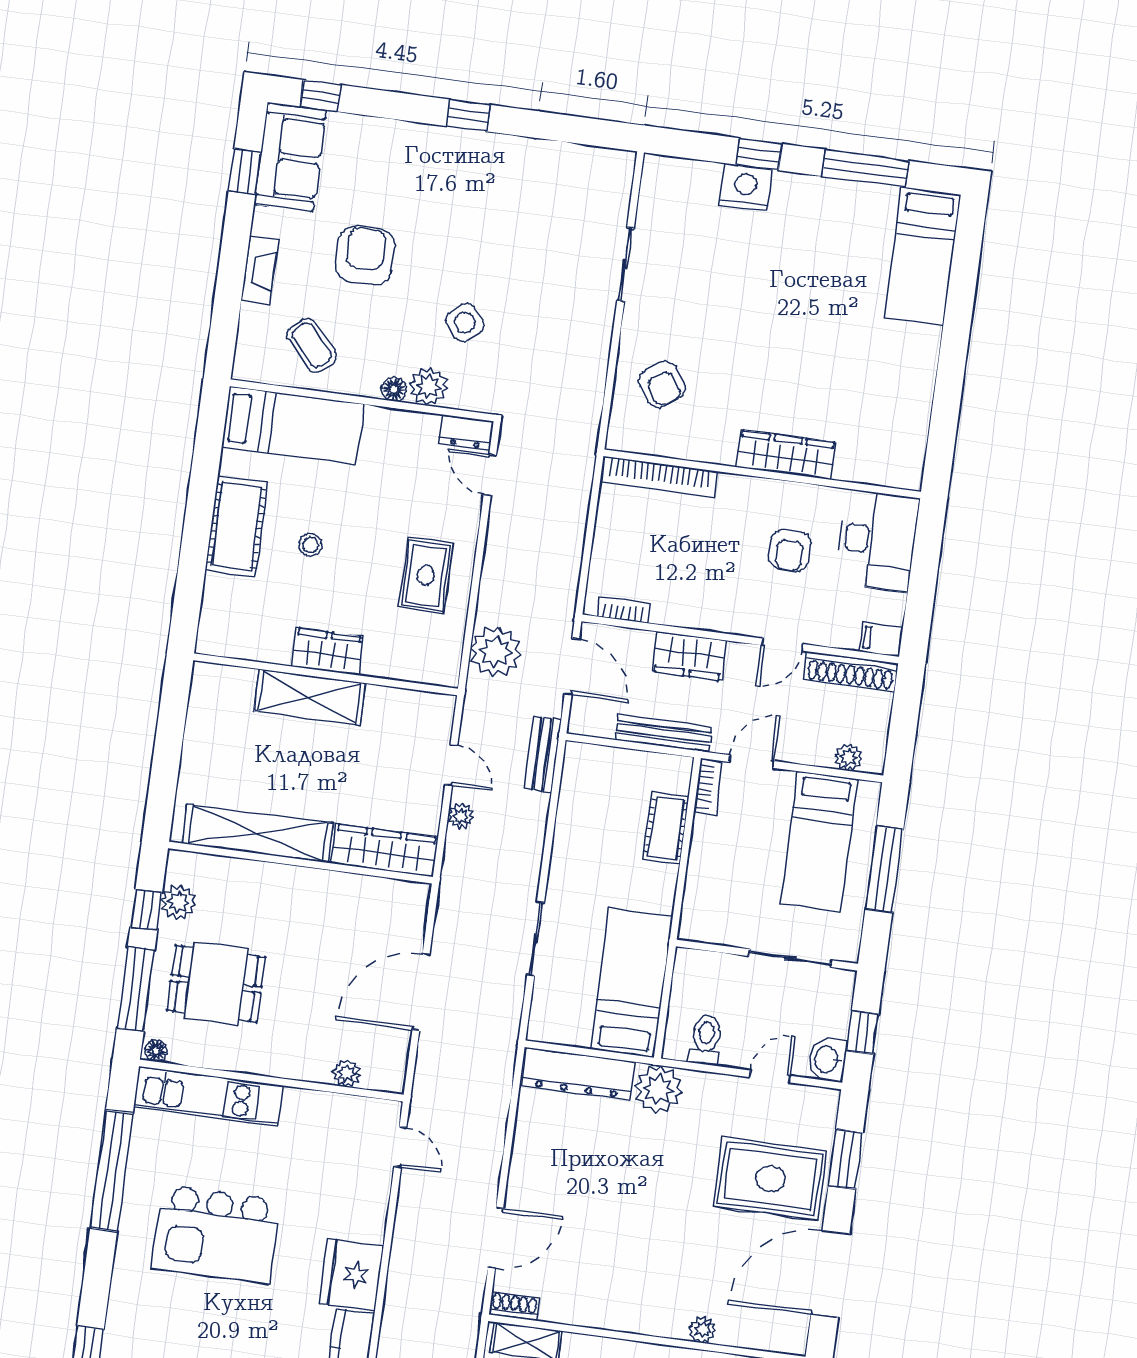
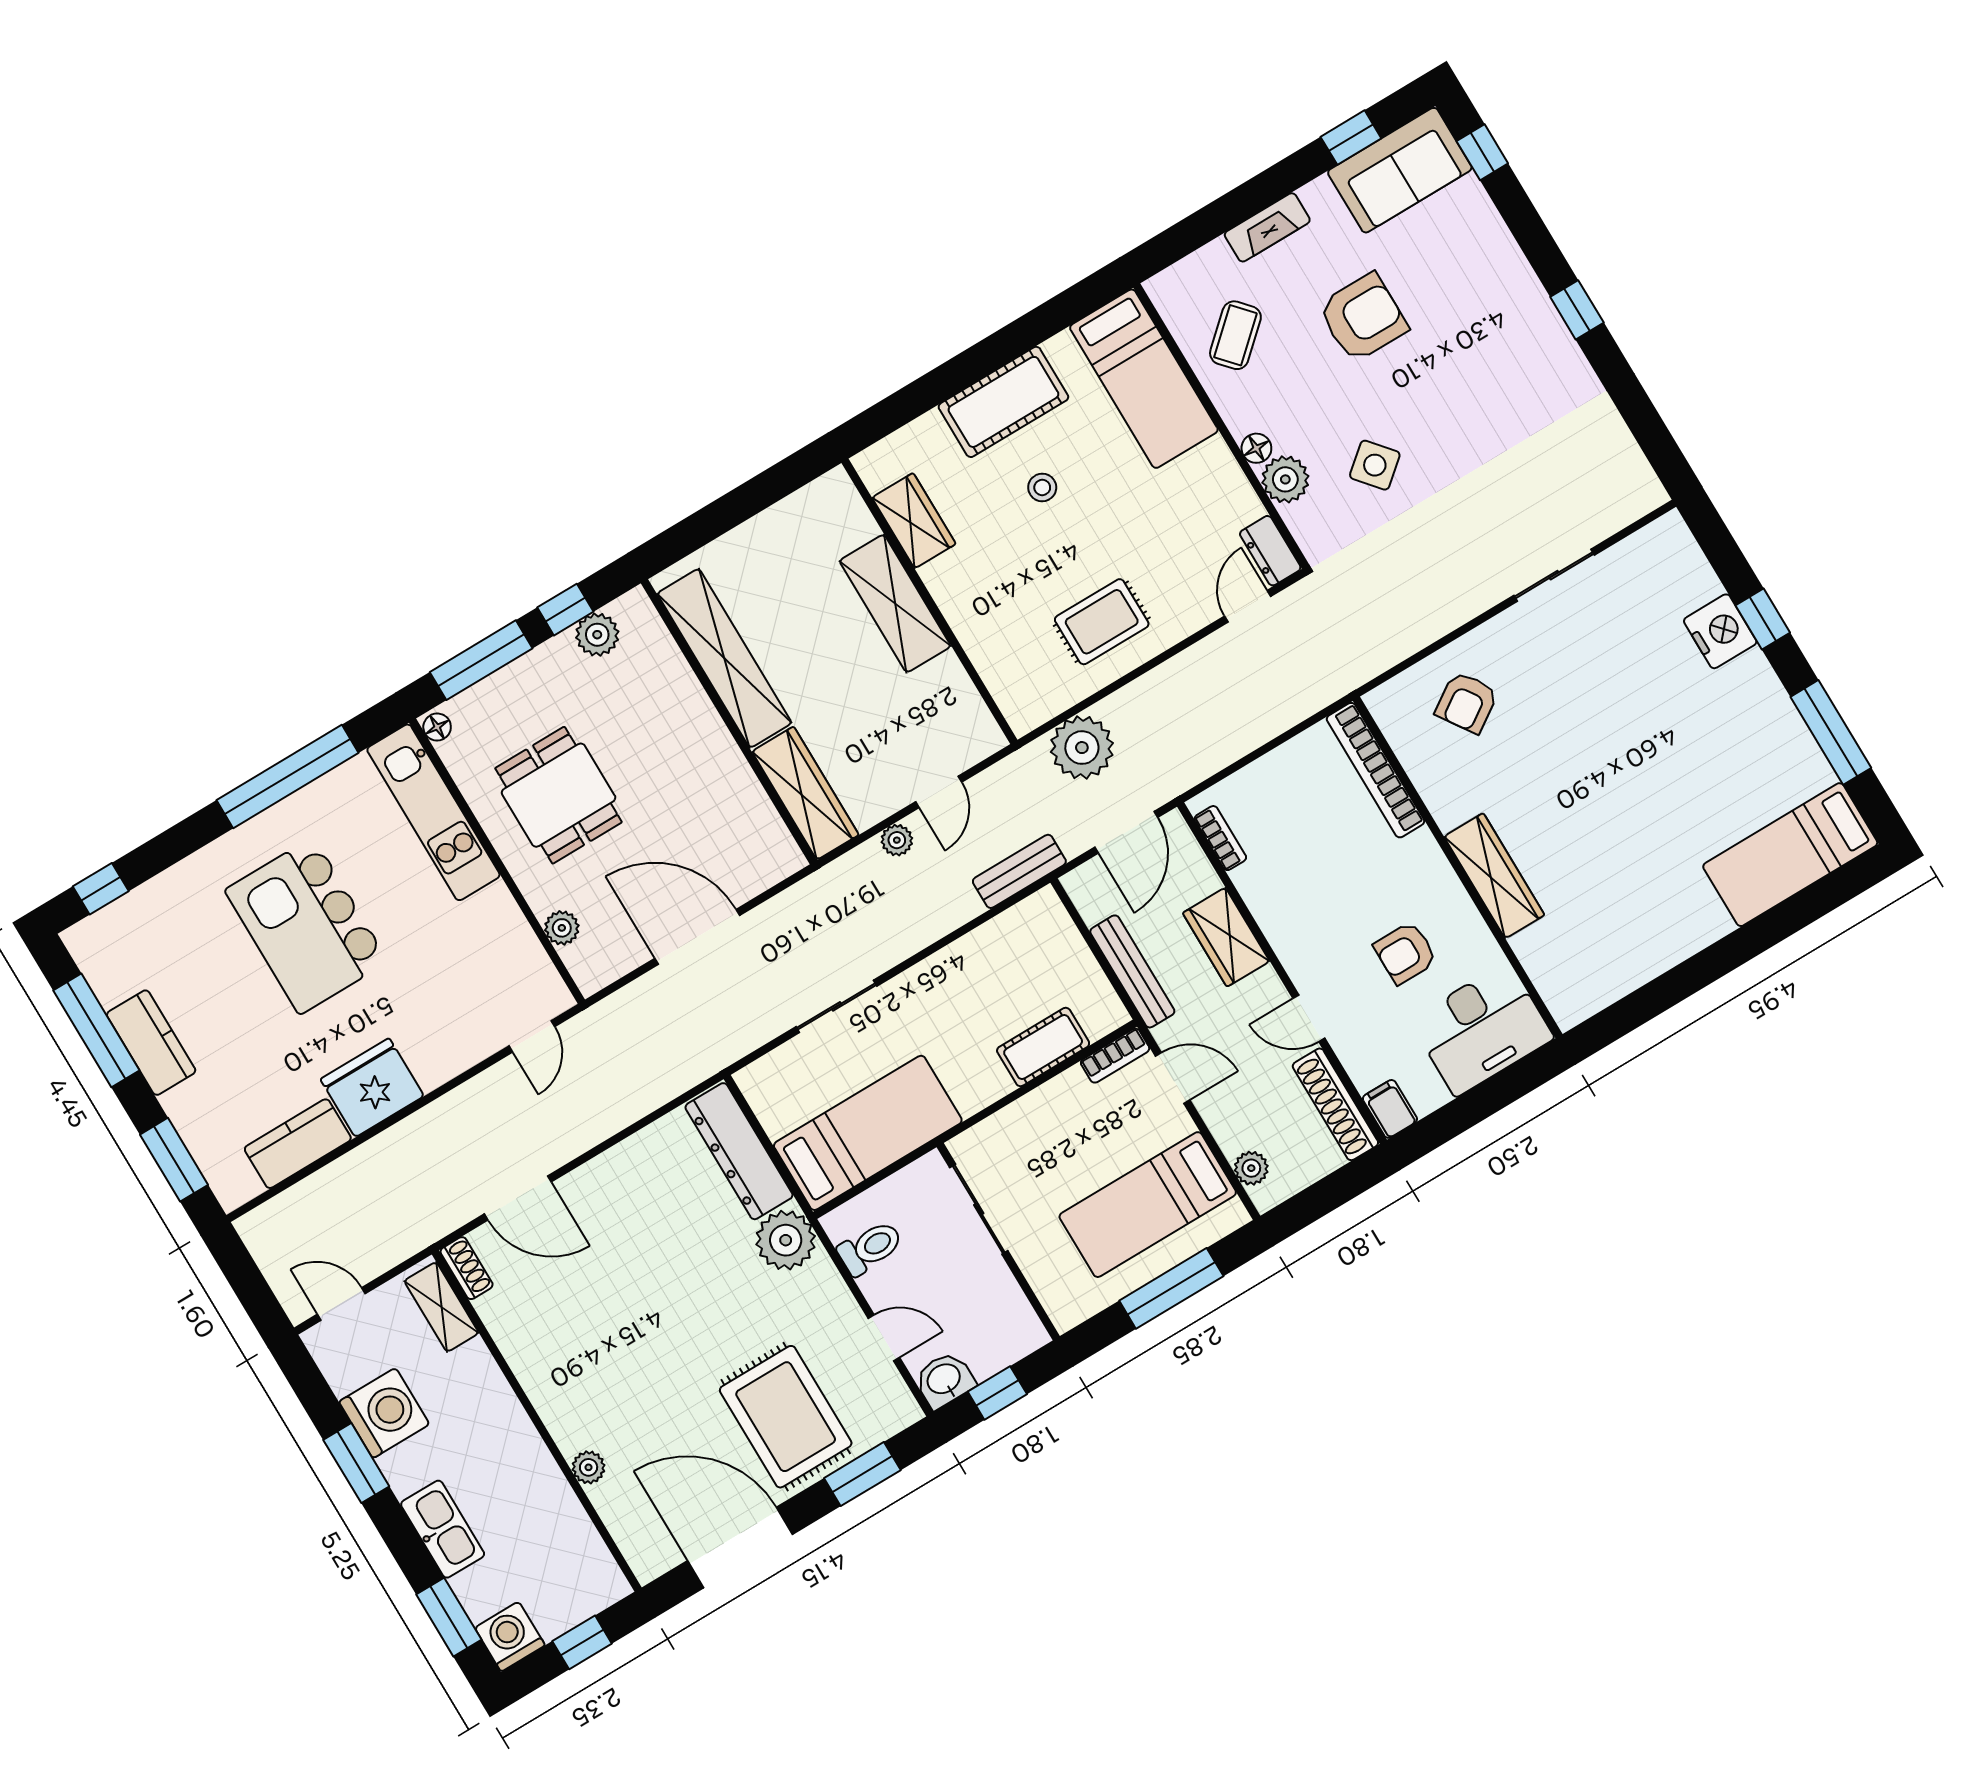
wardrobe: (327, 651) -> (914, 521), moved
sliding door: (790, 958) -> (979, 1209), moved
dining table: (216, 984) -> (559, 795), moved

